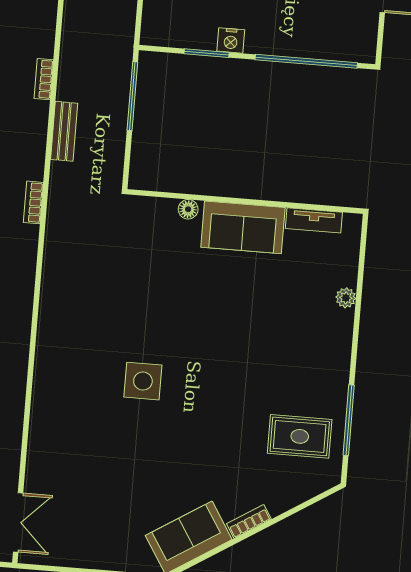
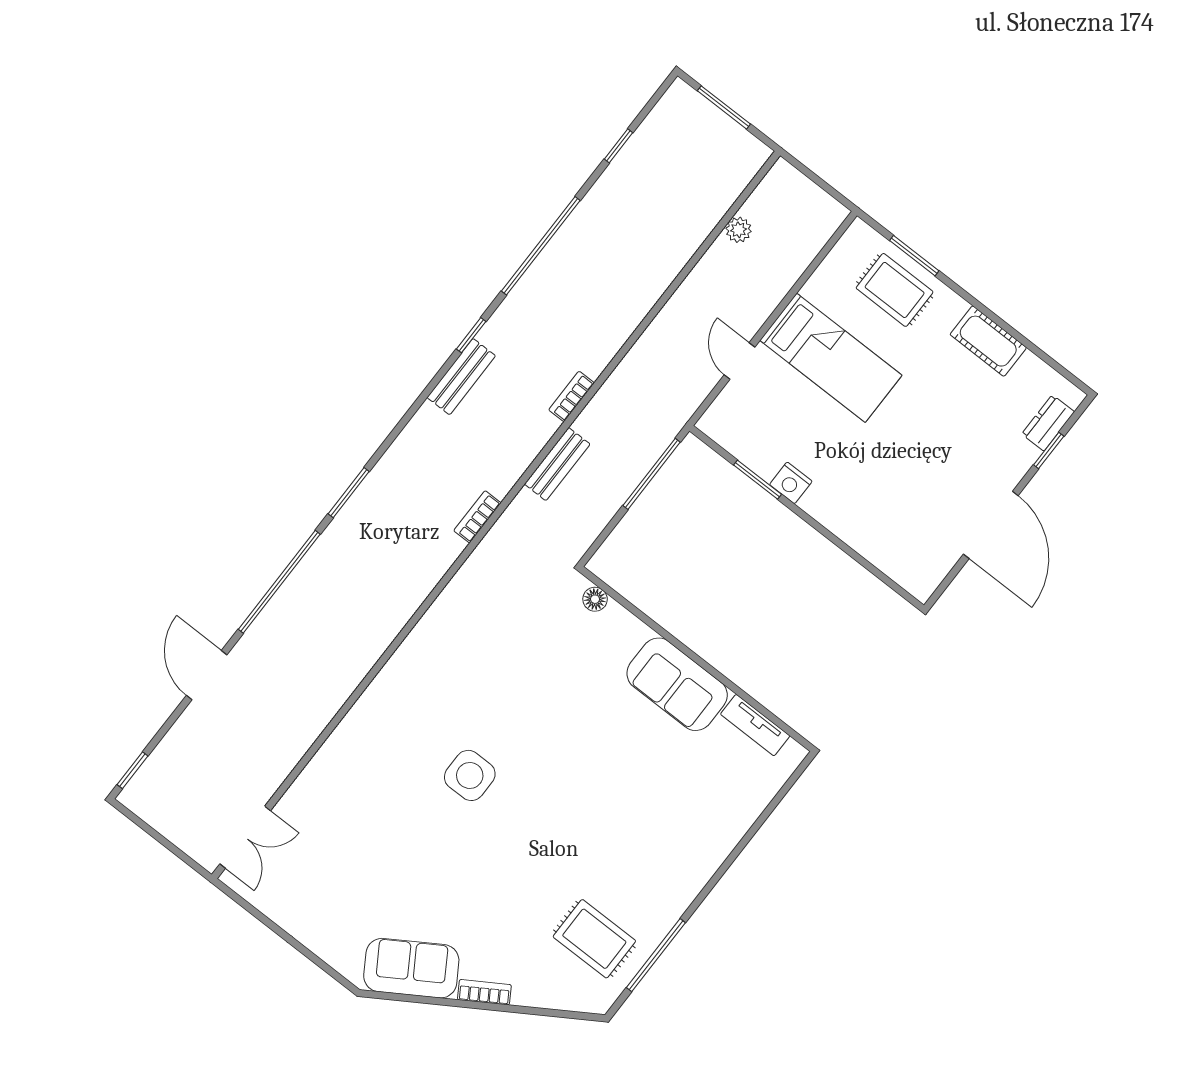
window: (306, 61) -> (855, 555), removed
floor lamp: (188, 209) -> (595, 599), moved
plant: (346, 298) -> (736, 827), removed

